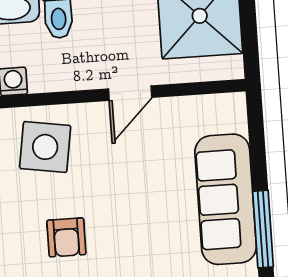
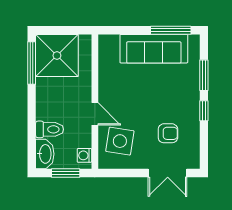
door: (130, 93) -> (95, 114), moved

